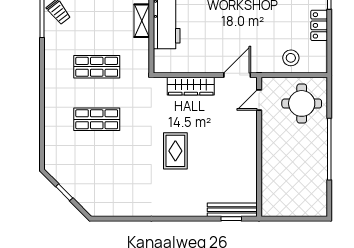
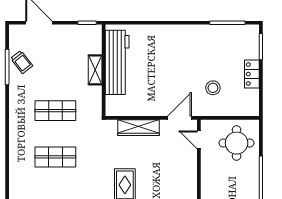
stool: (291, 58) -> (213, 88), moved
door: (259, 100) -> (199, 140), hinge flipped

